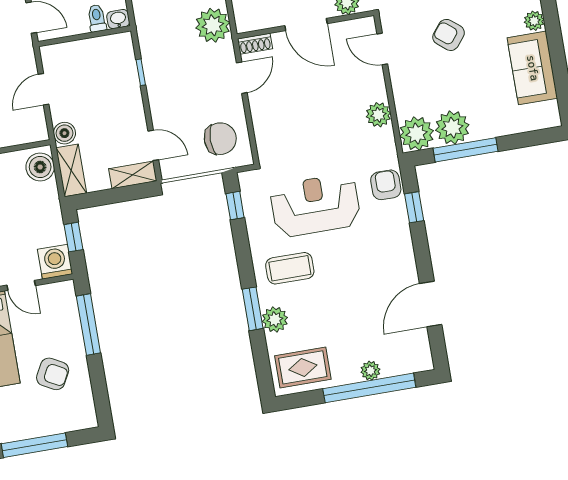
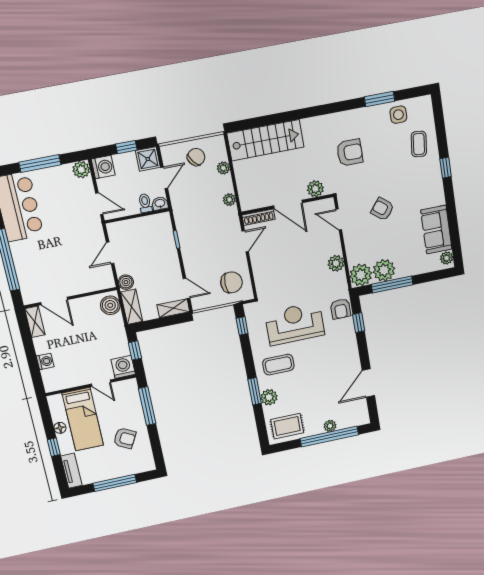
plant: (534, 21) -> (447, 258), moved
plant: (213, 25) -> (229, 200), width x0.53, depth x0.53
shoe rack: (255, 44) -> (259, 217), width x1.43
armchair: (386, 185) -> (341, 309), turned 180

